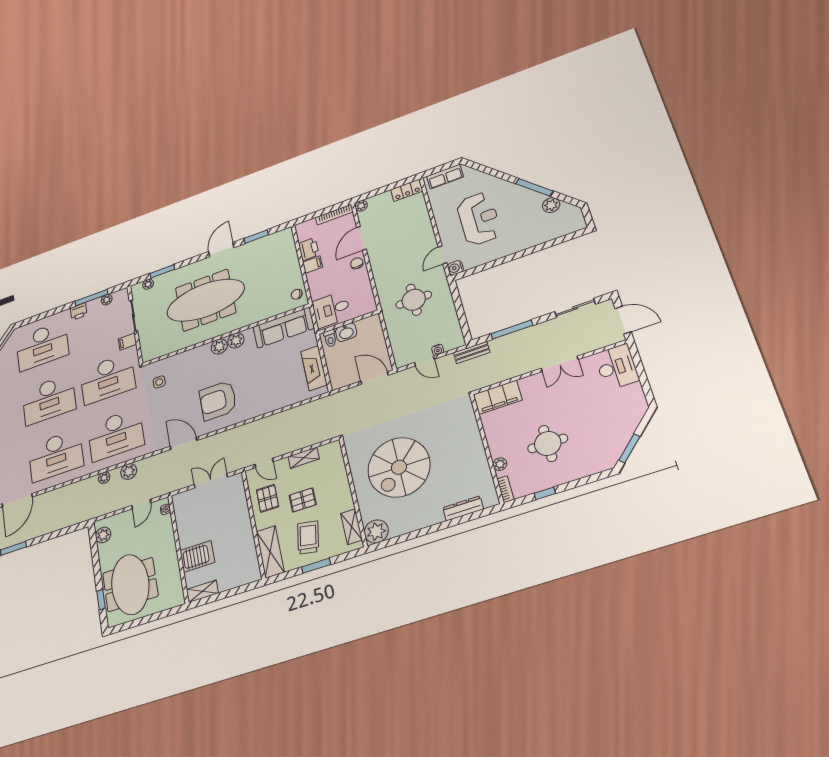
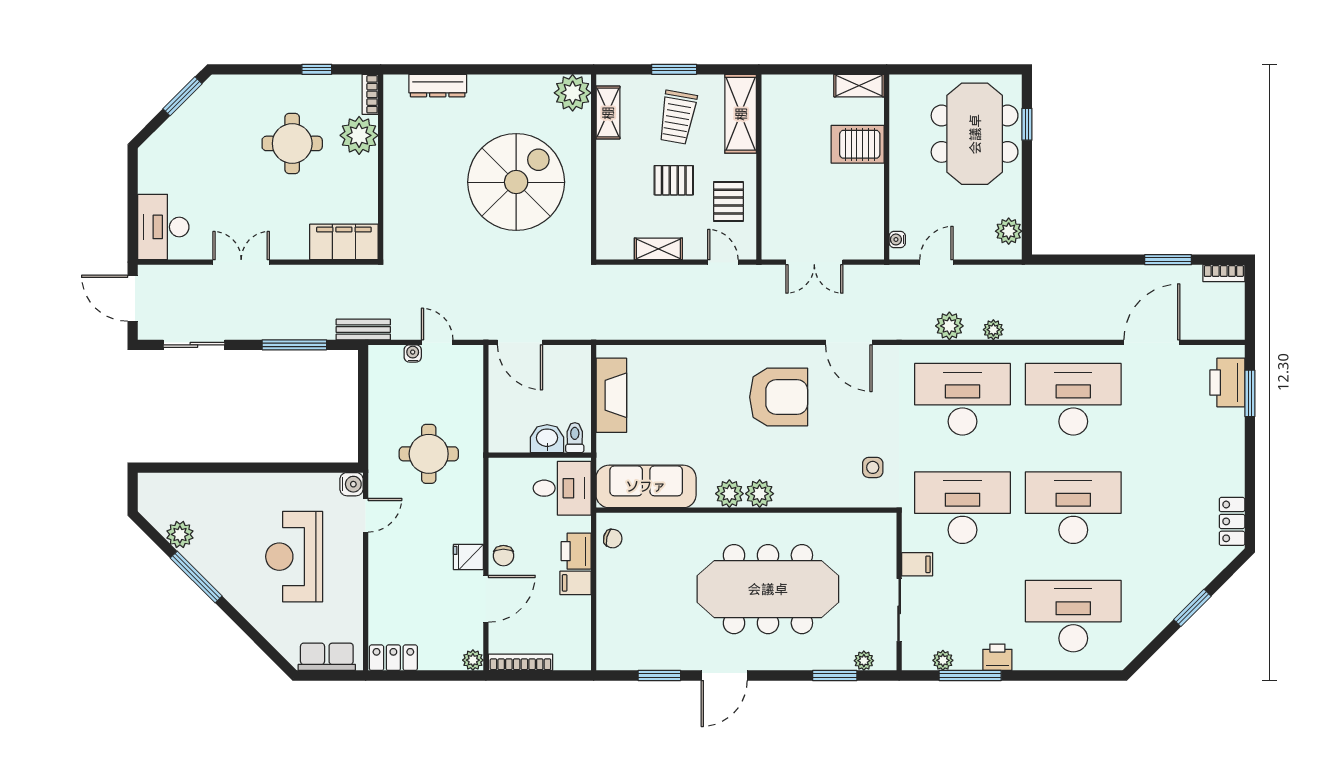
printer: (309, 249) -> (576, 551), moved
fridge: (377, 255) -> (468, 557), added
plant: (500, 464) -> (359, 135), width x1.88, depth x1.88

